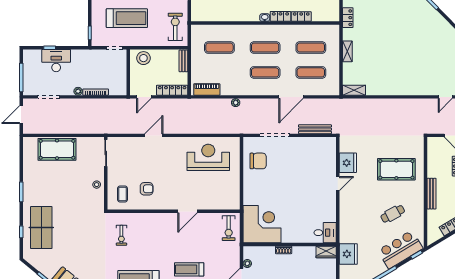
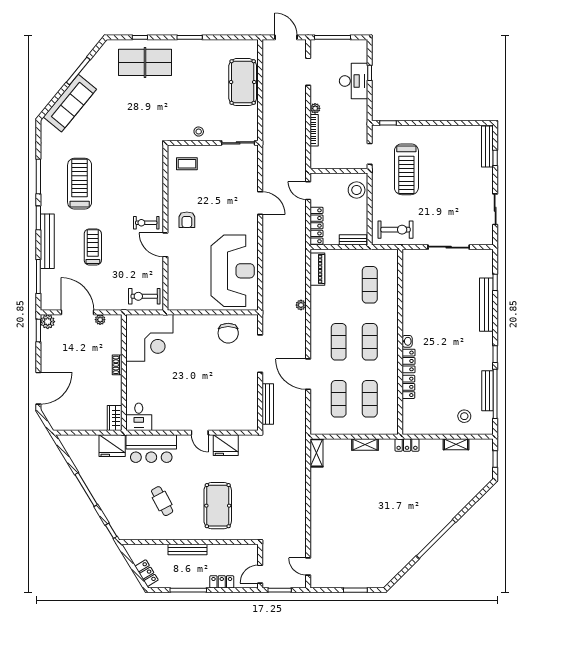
reception desk: (208, 157) -> (233, 271), width x1.36, depth x1.30
armchair: (147, 189) -> (187, 220), moved
exercise bike: (121, 235) -> (146, 223), moved
bar counter: (400, 250) -> (151, 449), moved, turned 121

